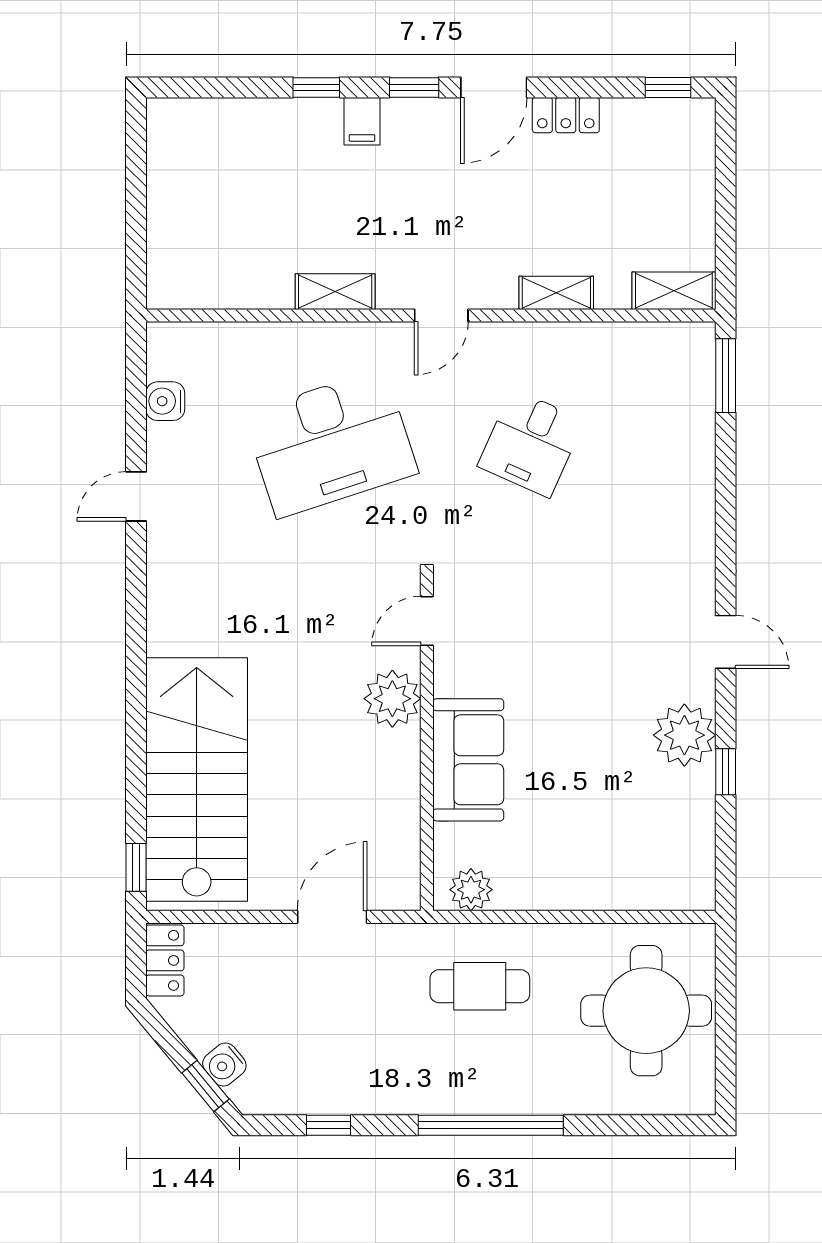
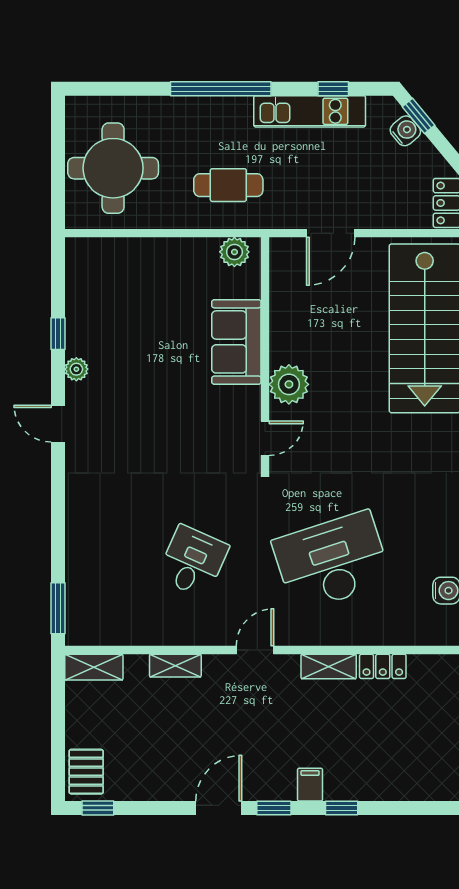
locker: (566, 115) -> (383, 666), moved, turned 180
pallet: (685, 140) -> (86, 772), added
plant: (684, 735) -> (76, 369), width x0.53, depth x0.53
kitchen unit: (363, 1093) -> (310, 111), added

